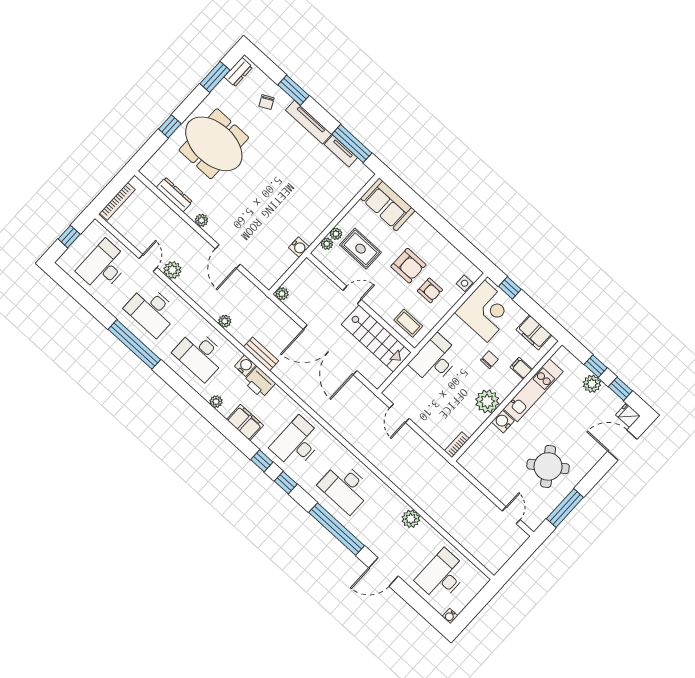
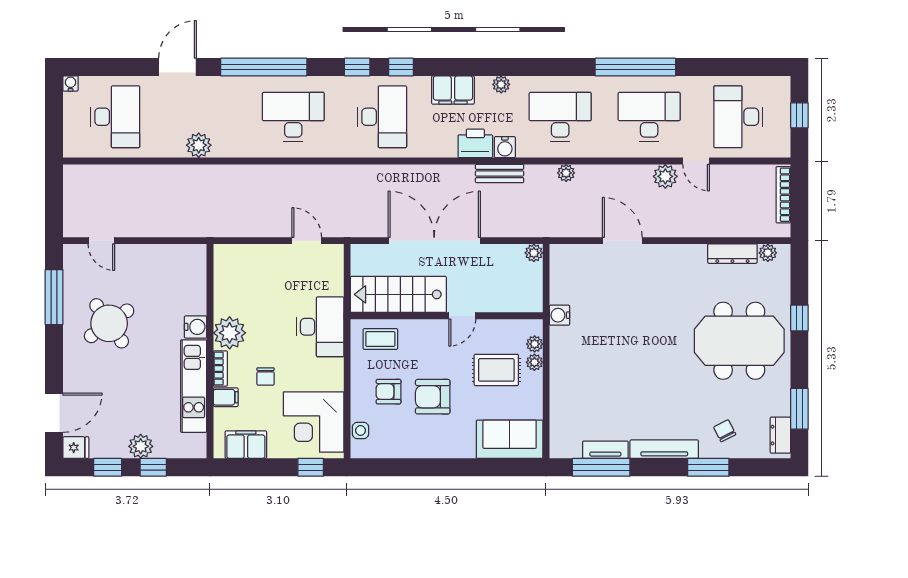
plant: (201, 220) -> (768, 253), moved
desk: (103, 266) -> (738, 117), turned 180
bookcase: (457, 445) -> (220, 369), moved

